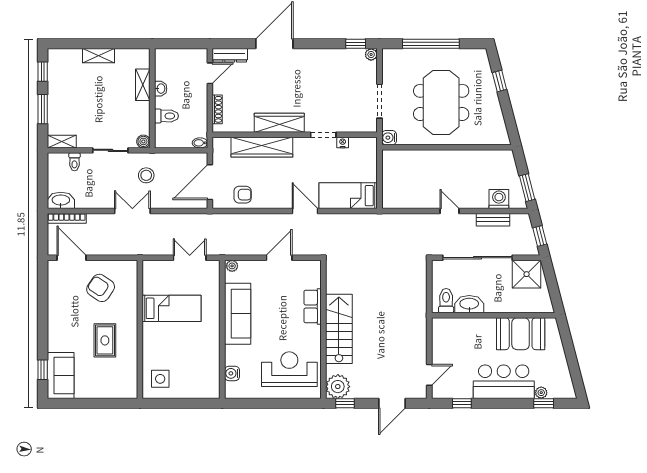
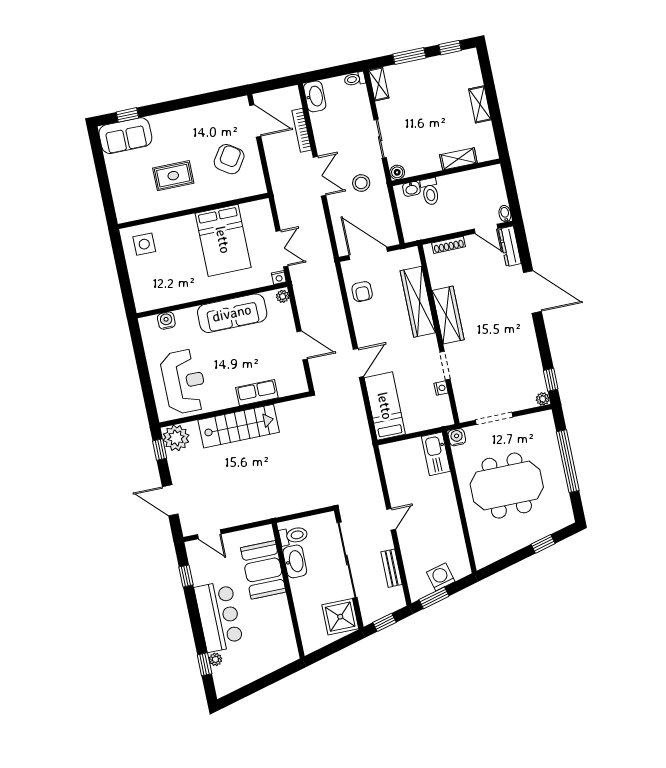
washbasin: (161, 89) -> (411, 189), moved
bidet: (200, 143) -> (505, 214), moved
kitchen sink: (400, 159) -> (436, 454), added
toilet: (74, 162) -> (355, 79), moved
washing machine: (499, 199) -> (441, 577), moved, turned -105
bookcase: (67, 218) -> (302, 130), moved
door: (72, 258) -> (255, 121), hinge flipped
nightstand: (215, 266) -> (279, 277), added
bed: (171, 308) -> (223, 240), width x1.50
booth: (521, 334) -> (263, 570), moved

